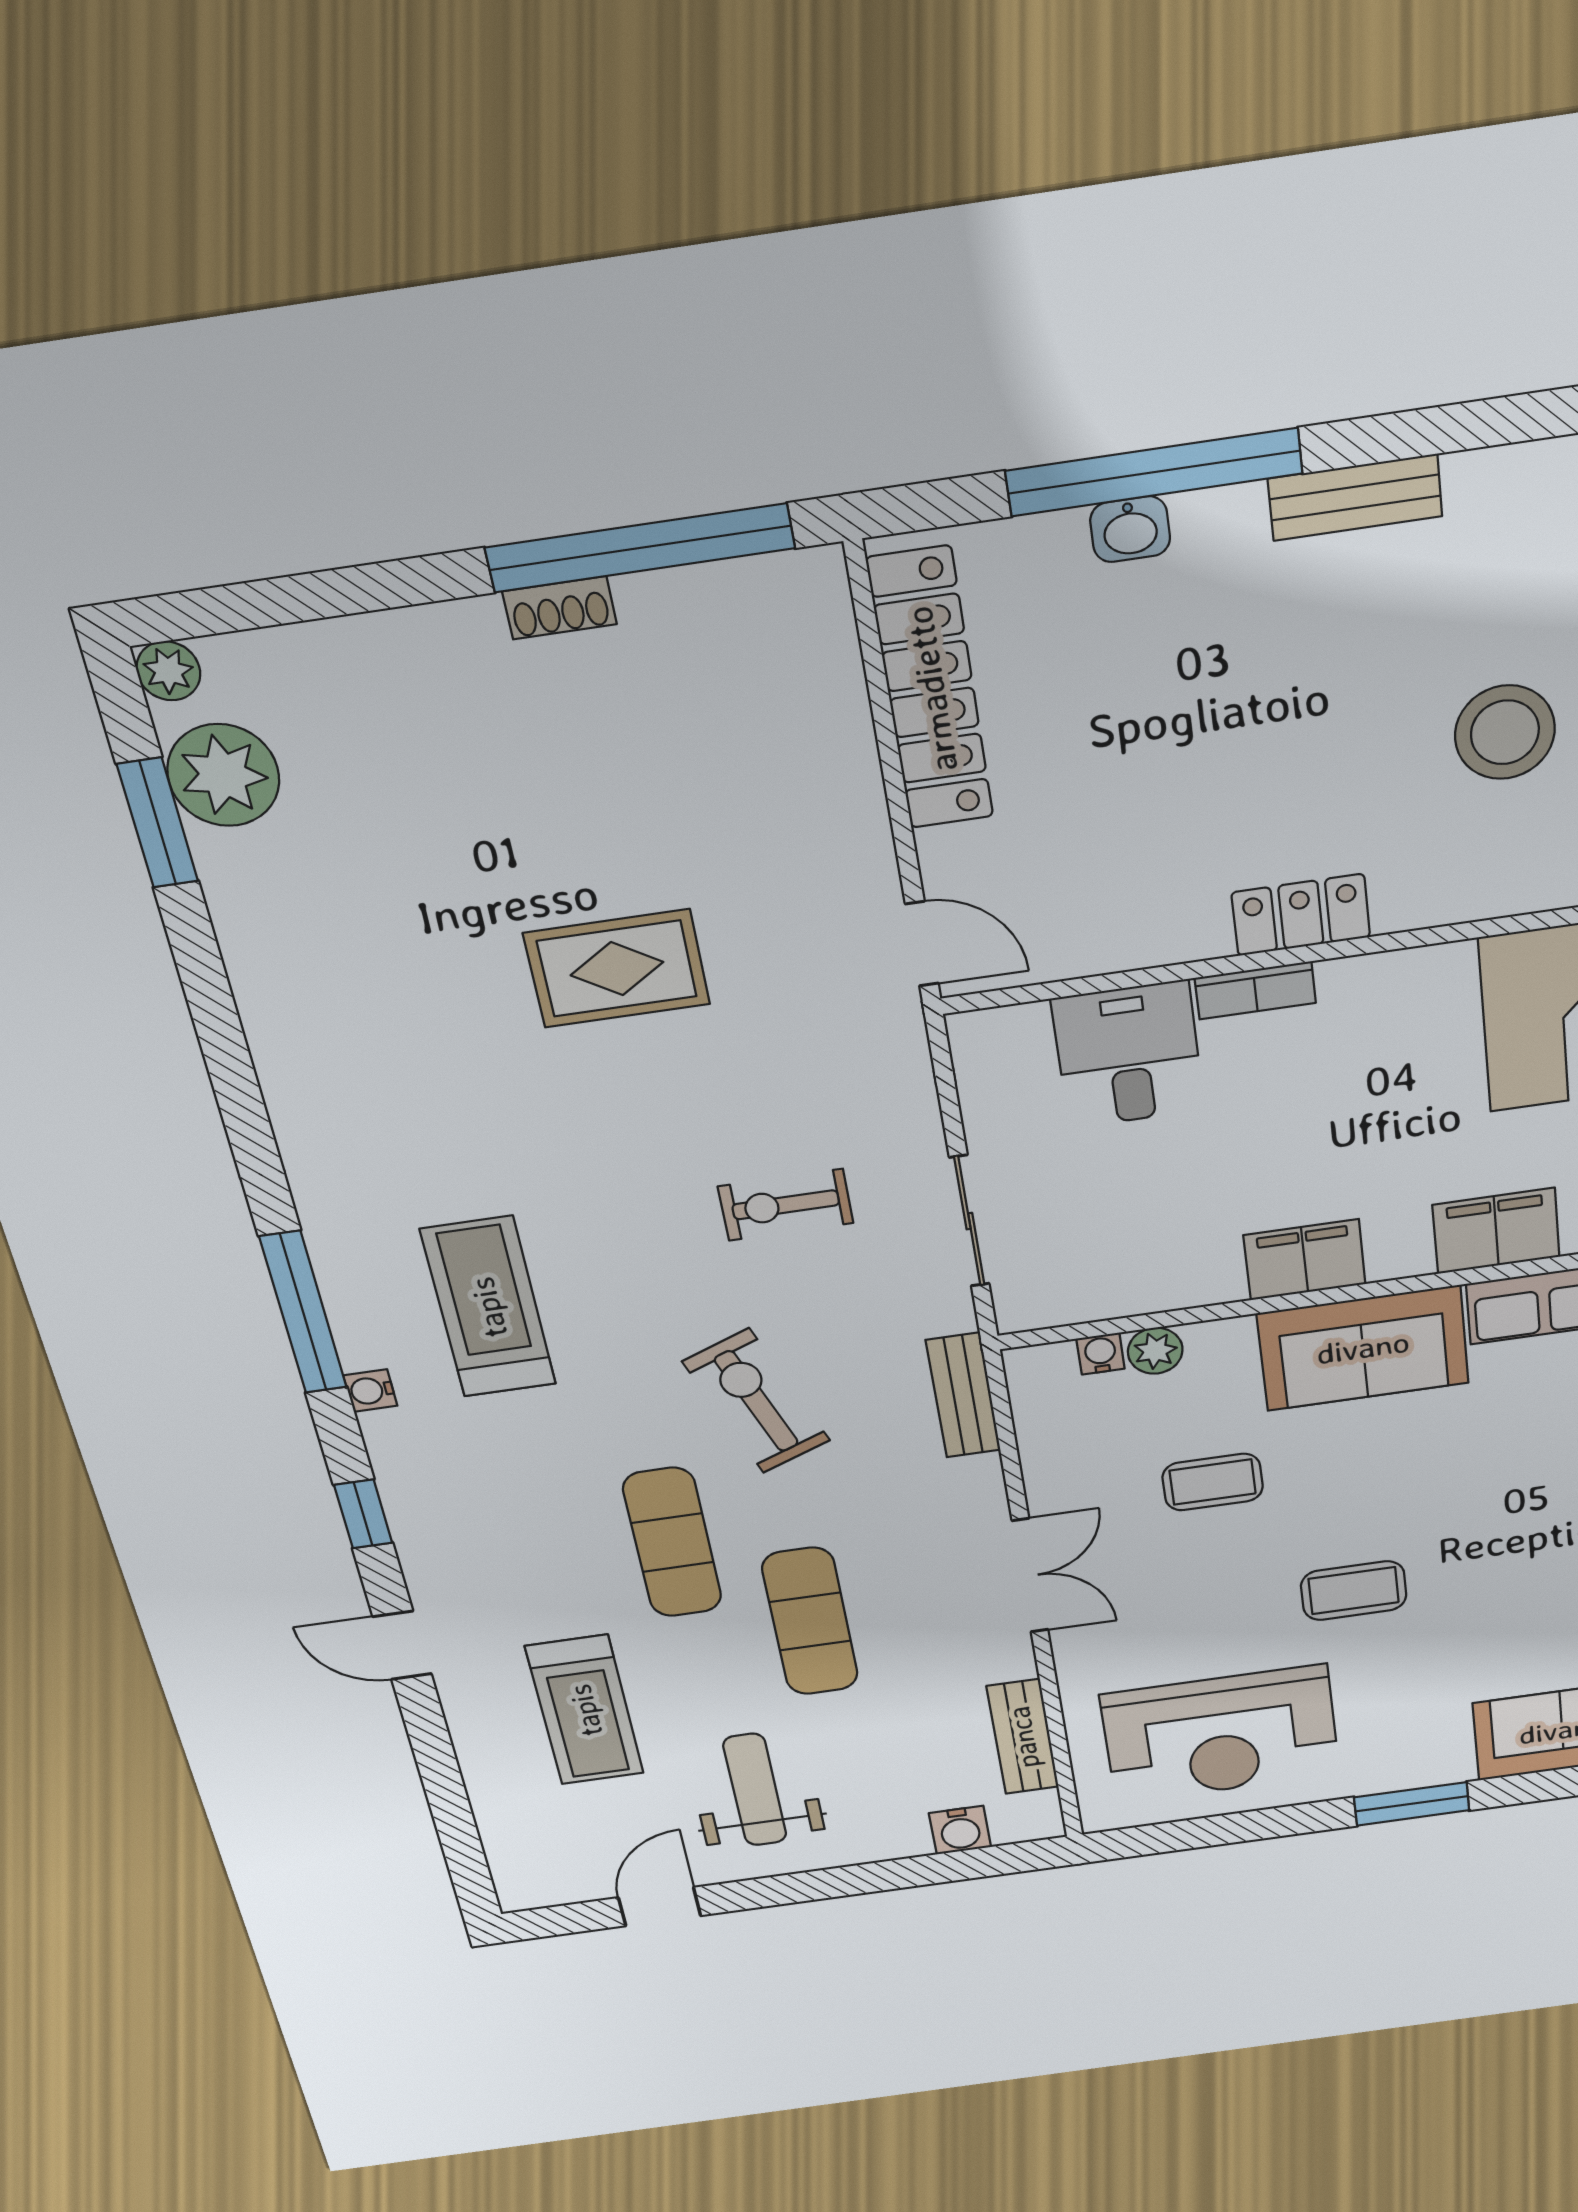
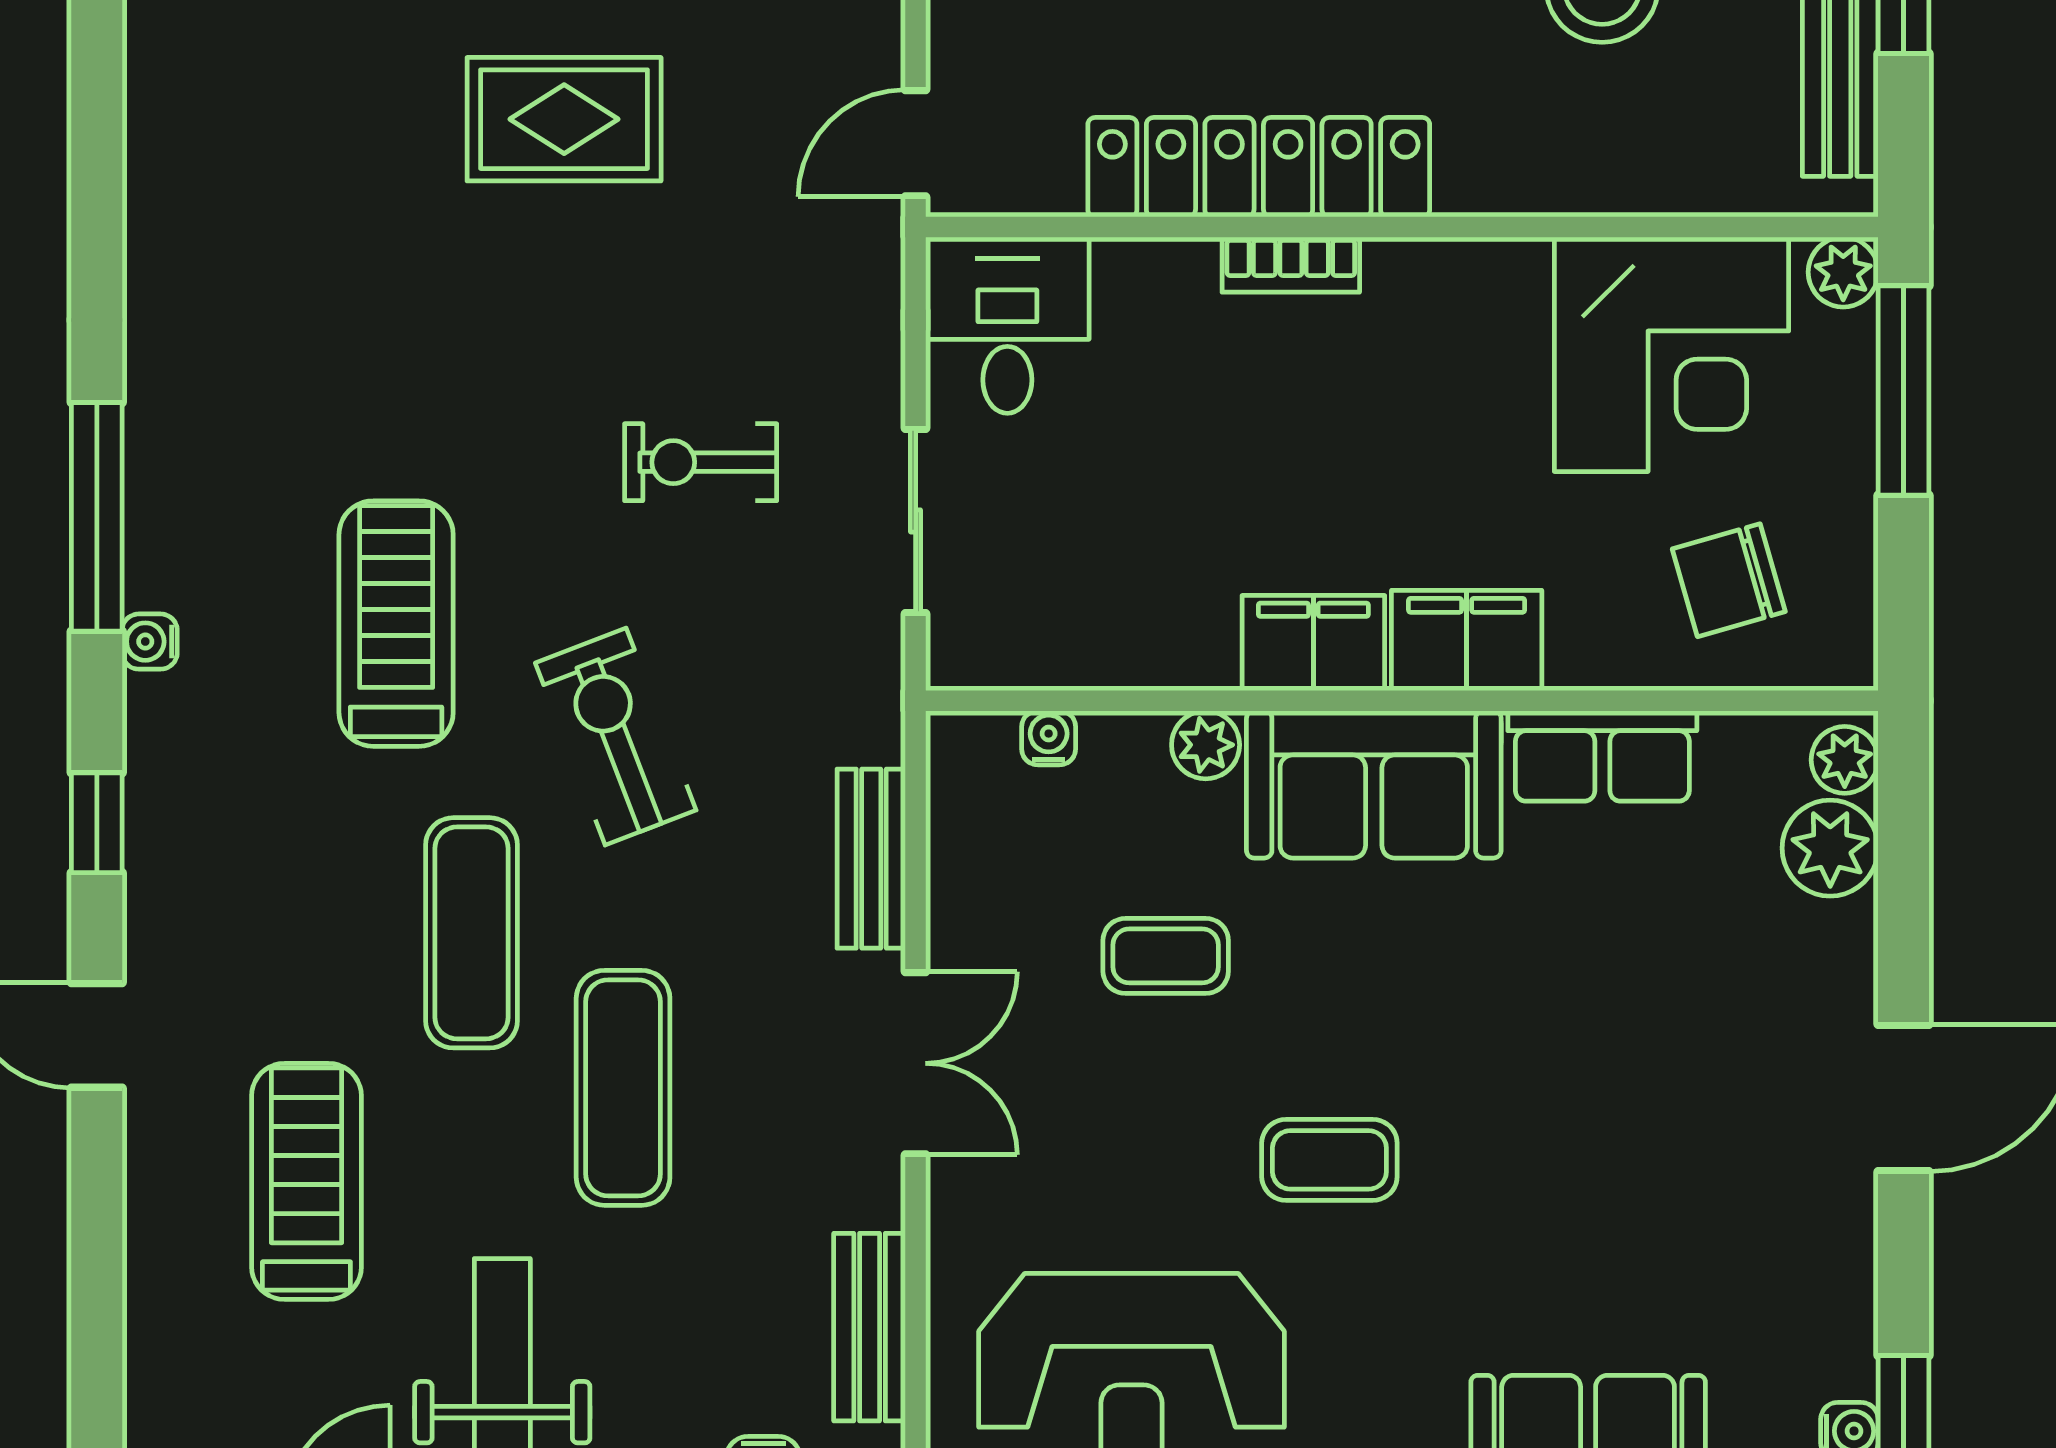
locker: (1301, 915) -> (1259, 167), width x2.16, depth x1.21
door: (922, 944) -> (916, 143), swing flipped
desk: (1128, 1055) -> (1007, 325), moved
filing cabinet: (1496, 1231) -> (1467, 640), moved
treadmill: (488, 1307) -> (396, 624), moved
plant: (1155, 1351) -> (1206, 745), moved
bench: (963, 1395) -> (871, 859), moved
treadmill: (585, 1710) -> (306, 1181), turned 180

